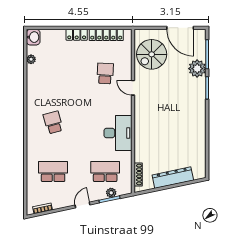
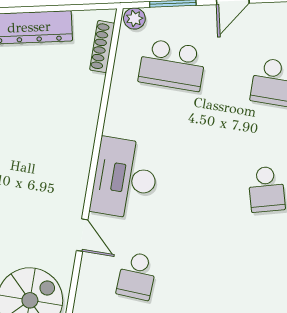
desk: (118, 133) -> (125, 178), moved
plant: (111, 193) -> (134, 18), moved

